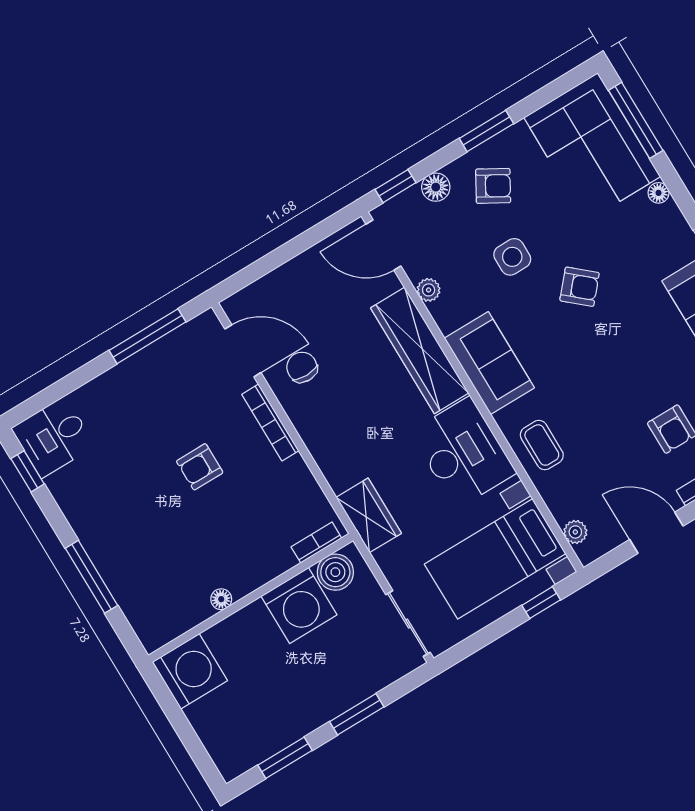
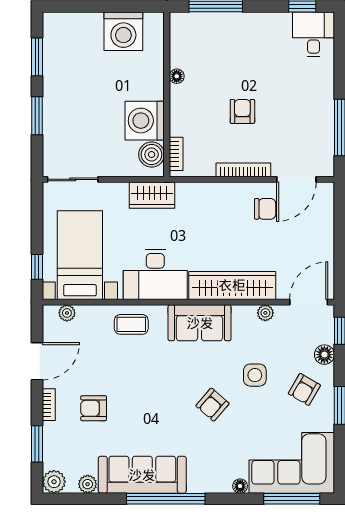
bookcase: (316, 543) -> (176, 154), moved
boiler: (335, 572) -> (152, 154), moved
wall: (251, 598) -> (167, 94), moved
floor lamp: (221, 599) -> (177, 76), moved
washing machine: (299, 605) -> (145, 121), moved

